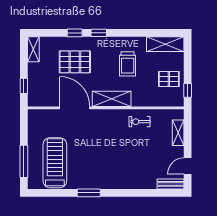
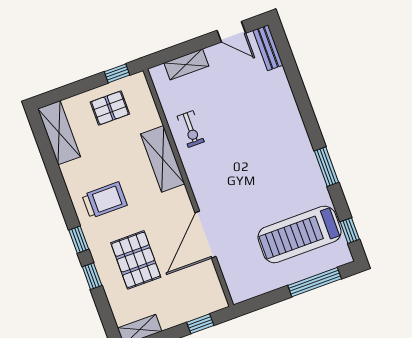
trolley: (128, 64) -> (105, 200), moved
pallet: (169, 79) -> (110, 108), turned 90
shelving: (112, 99) -> (163, 159), moved
window: (46, 193) -> (350, 231), added

